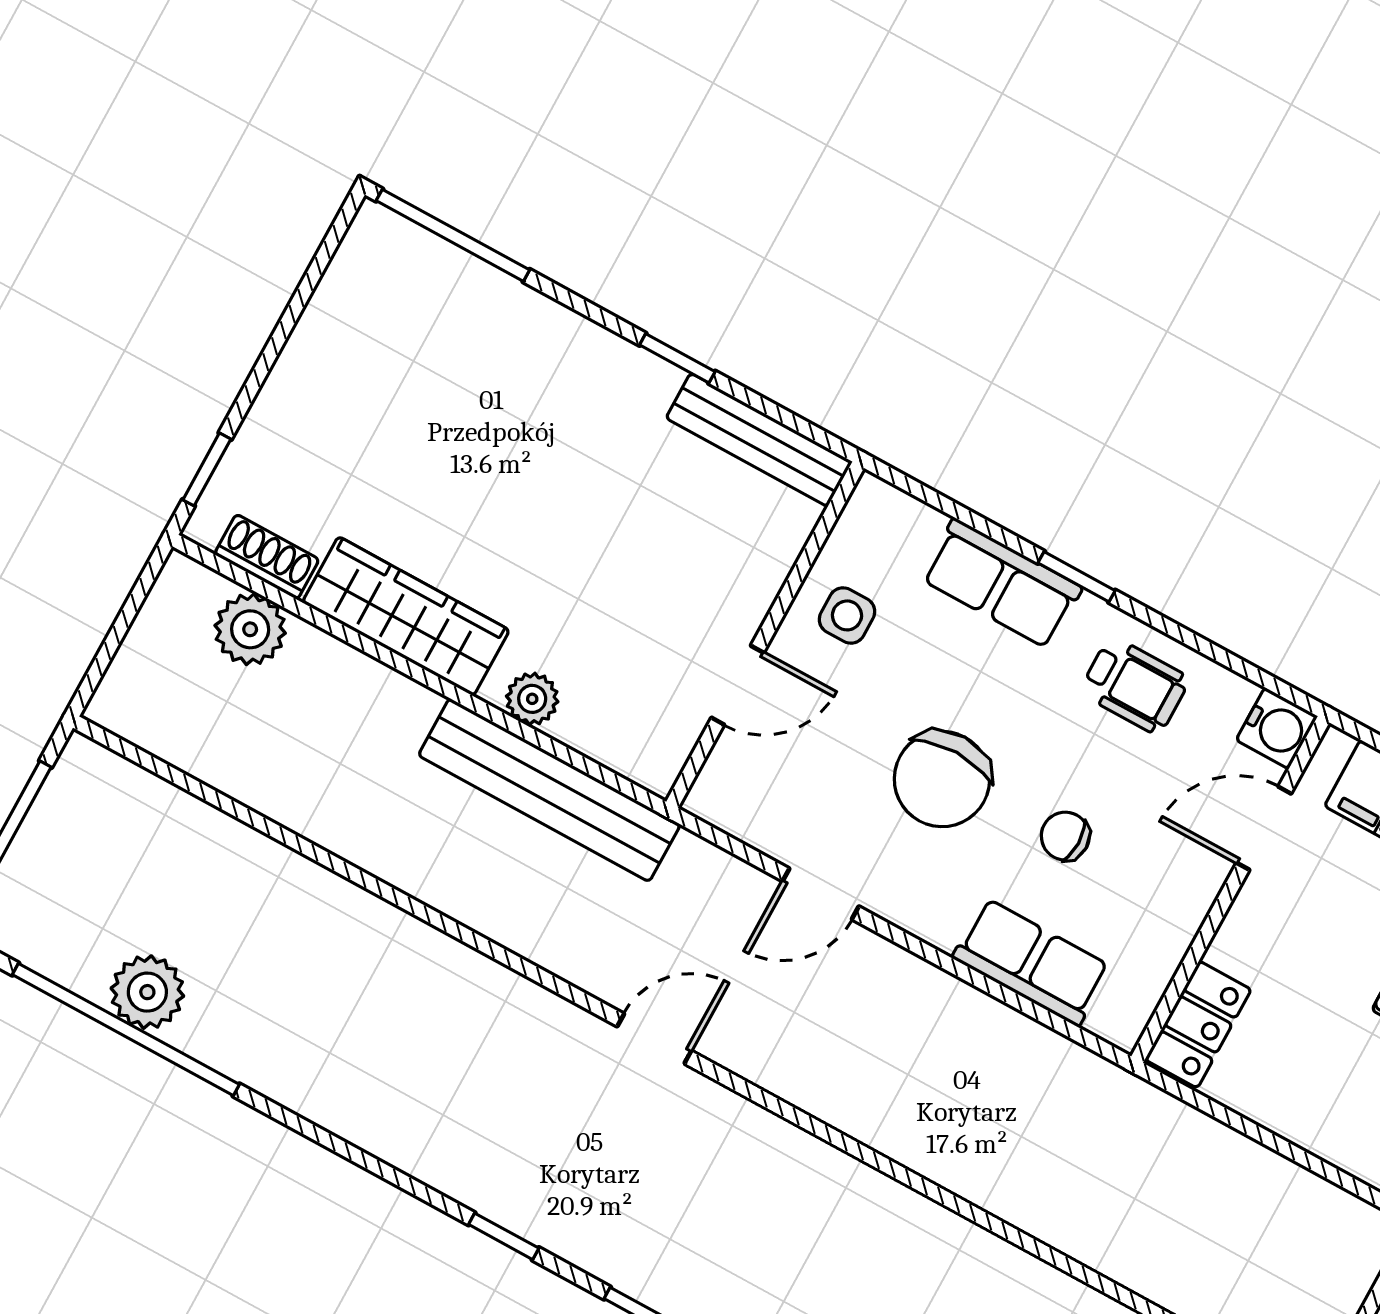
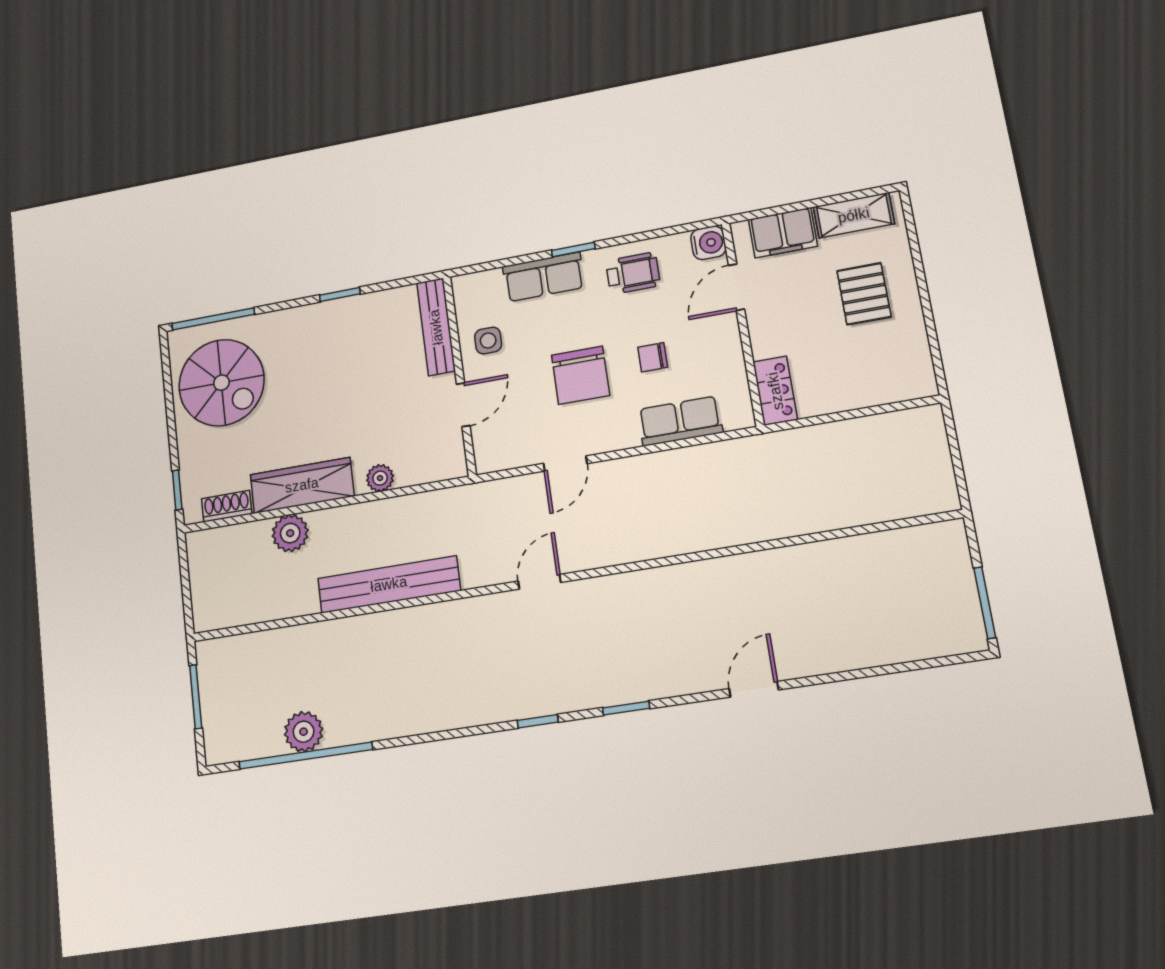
spiral stairs: (394, 351) -> (221, 383), added
bench: (759, 440) -> (436, 327), moved, turned 90
plant: (250, 629) -> (290, 533), moved
bench: (549, 790) -> (389, 584), moved

